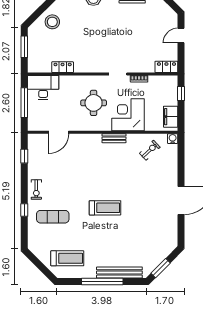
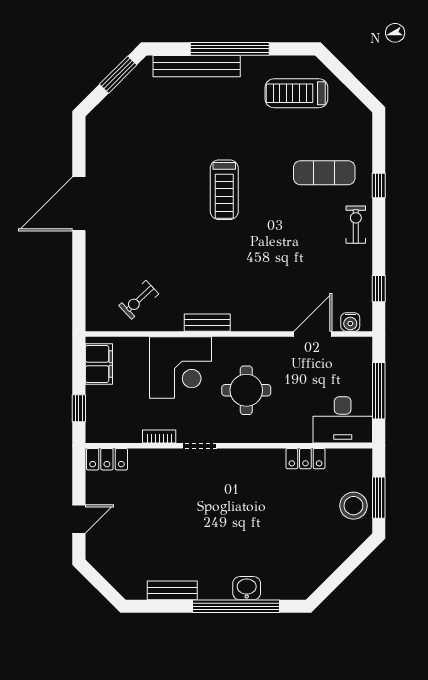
stool: (52, 22) -> (353, 506), moved
water cooler: (173, 139) -> (350, 322), moved
treadmill: (105, 208) -> (224, 190), turned -90

